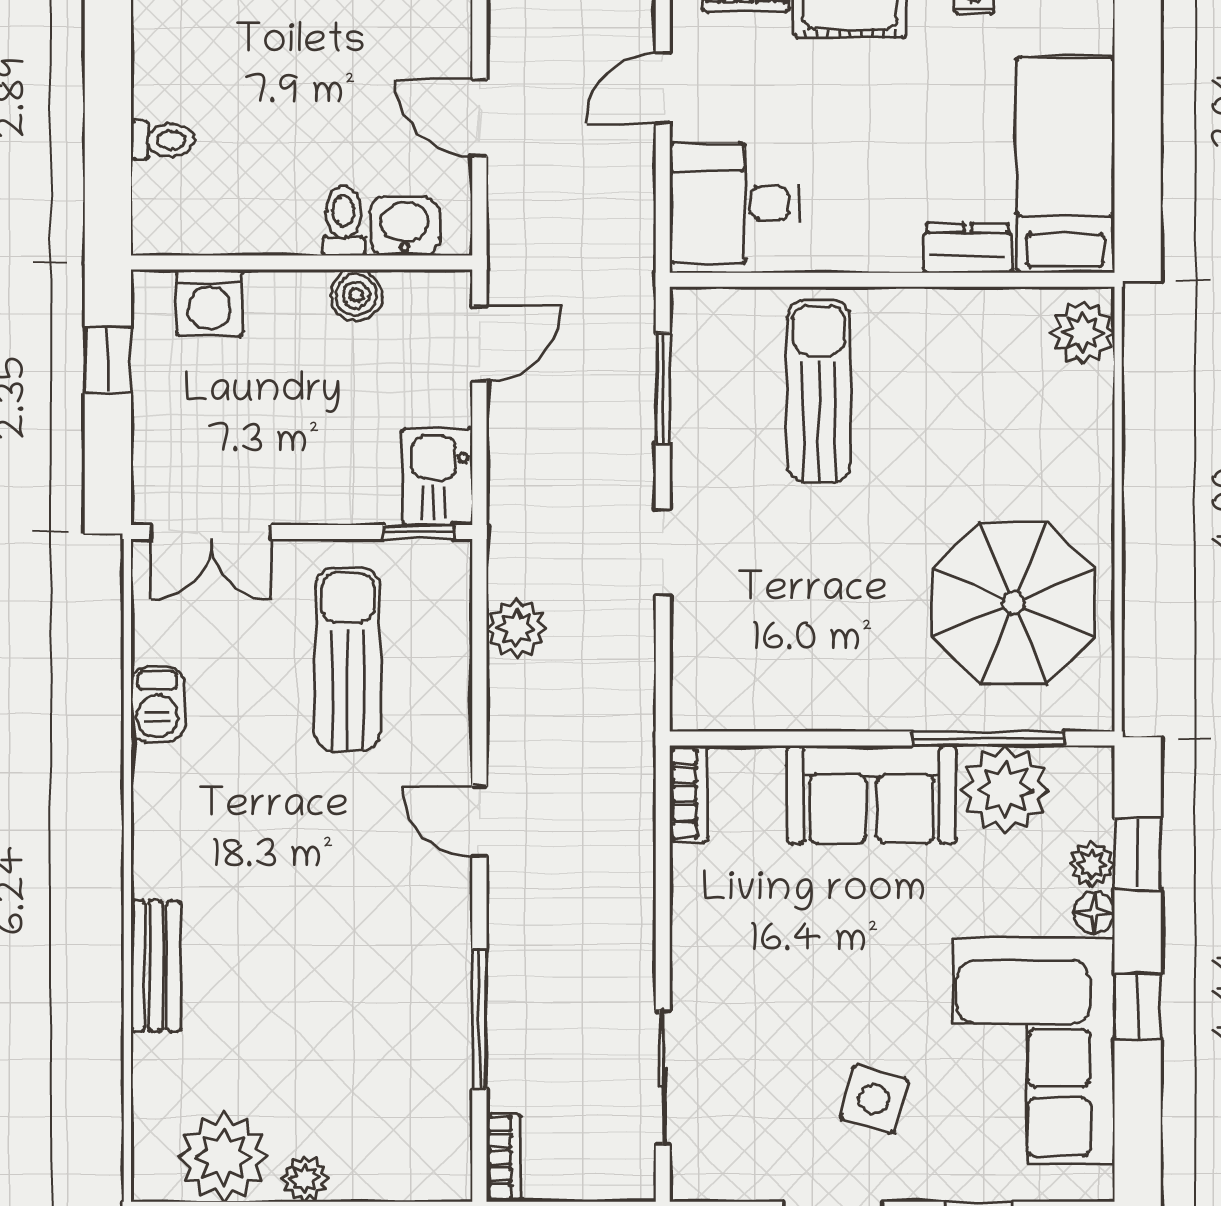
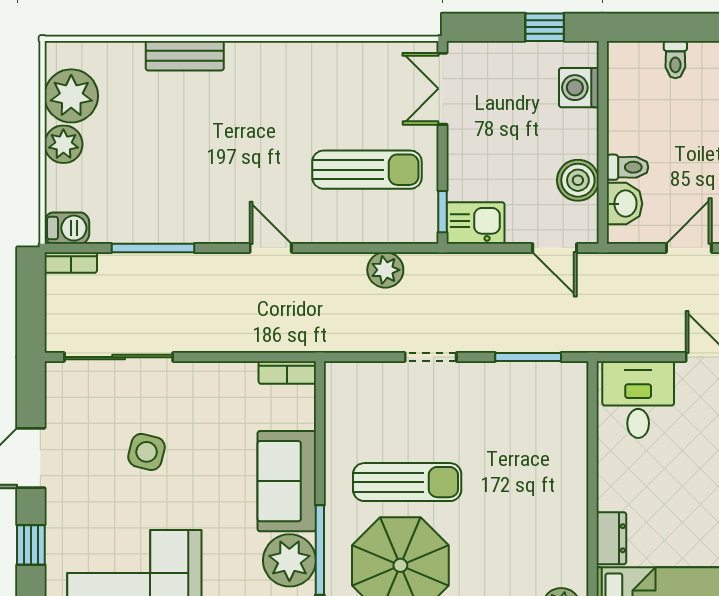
boiler: (356, 295) -> (578, 180), width x1.36, depth x1.36
sun lounger: (819, 391) -> (407, 482), moved
barbecue: (157, 704) -> (67, 228), moved, turned 180
door: (479, 821) -> (271, 248), hinge flipped
sliding door: (663, 1077) -> (119, 357), width x1.37
side table: (874, 1099) -> (147, 452), moved
plant: (305, 1179) -> (63, 144), width x1.38, depth x1.38

